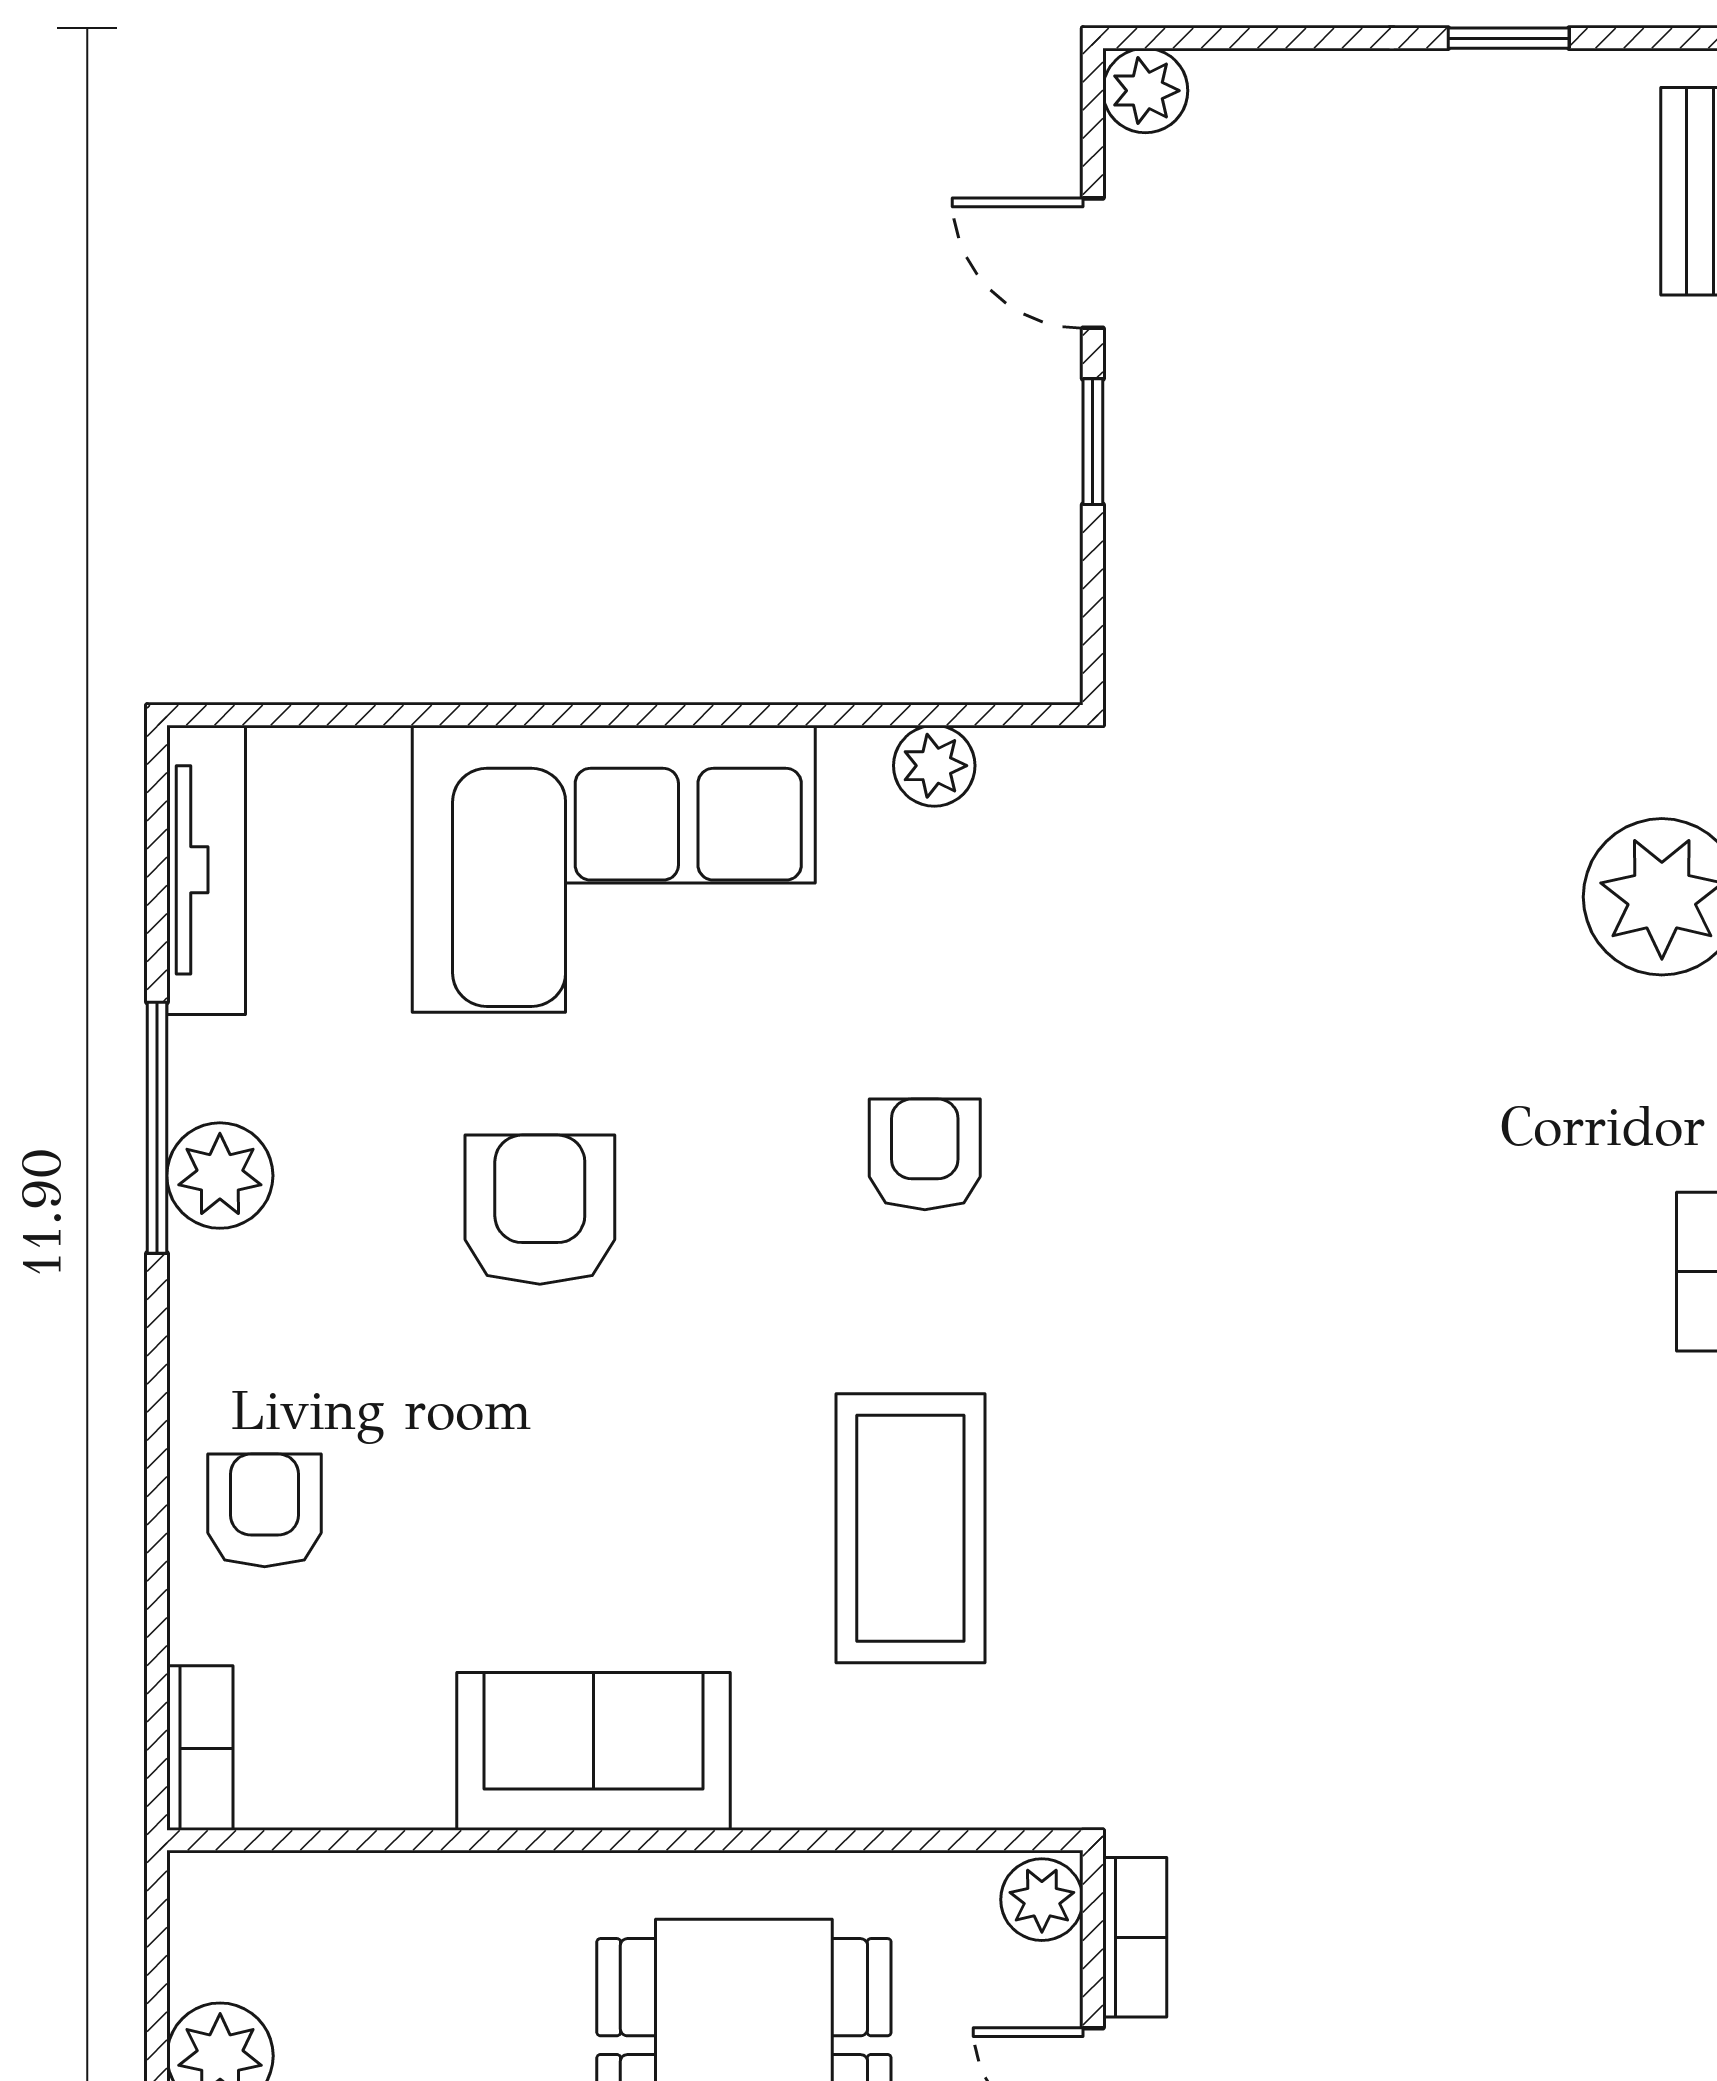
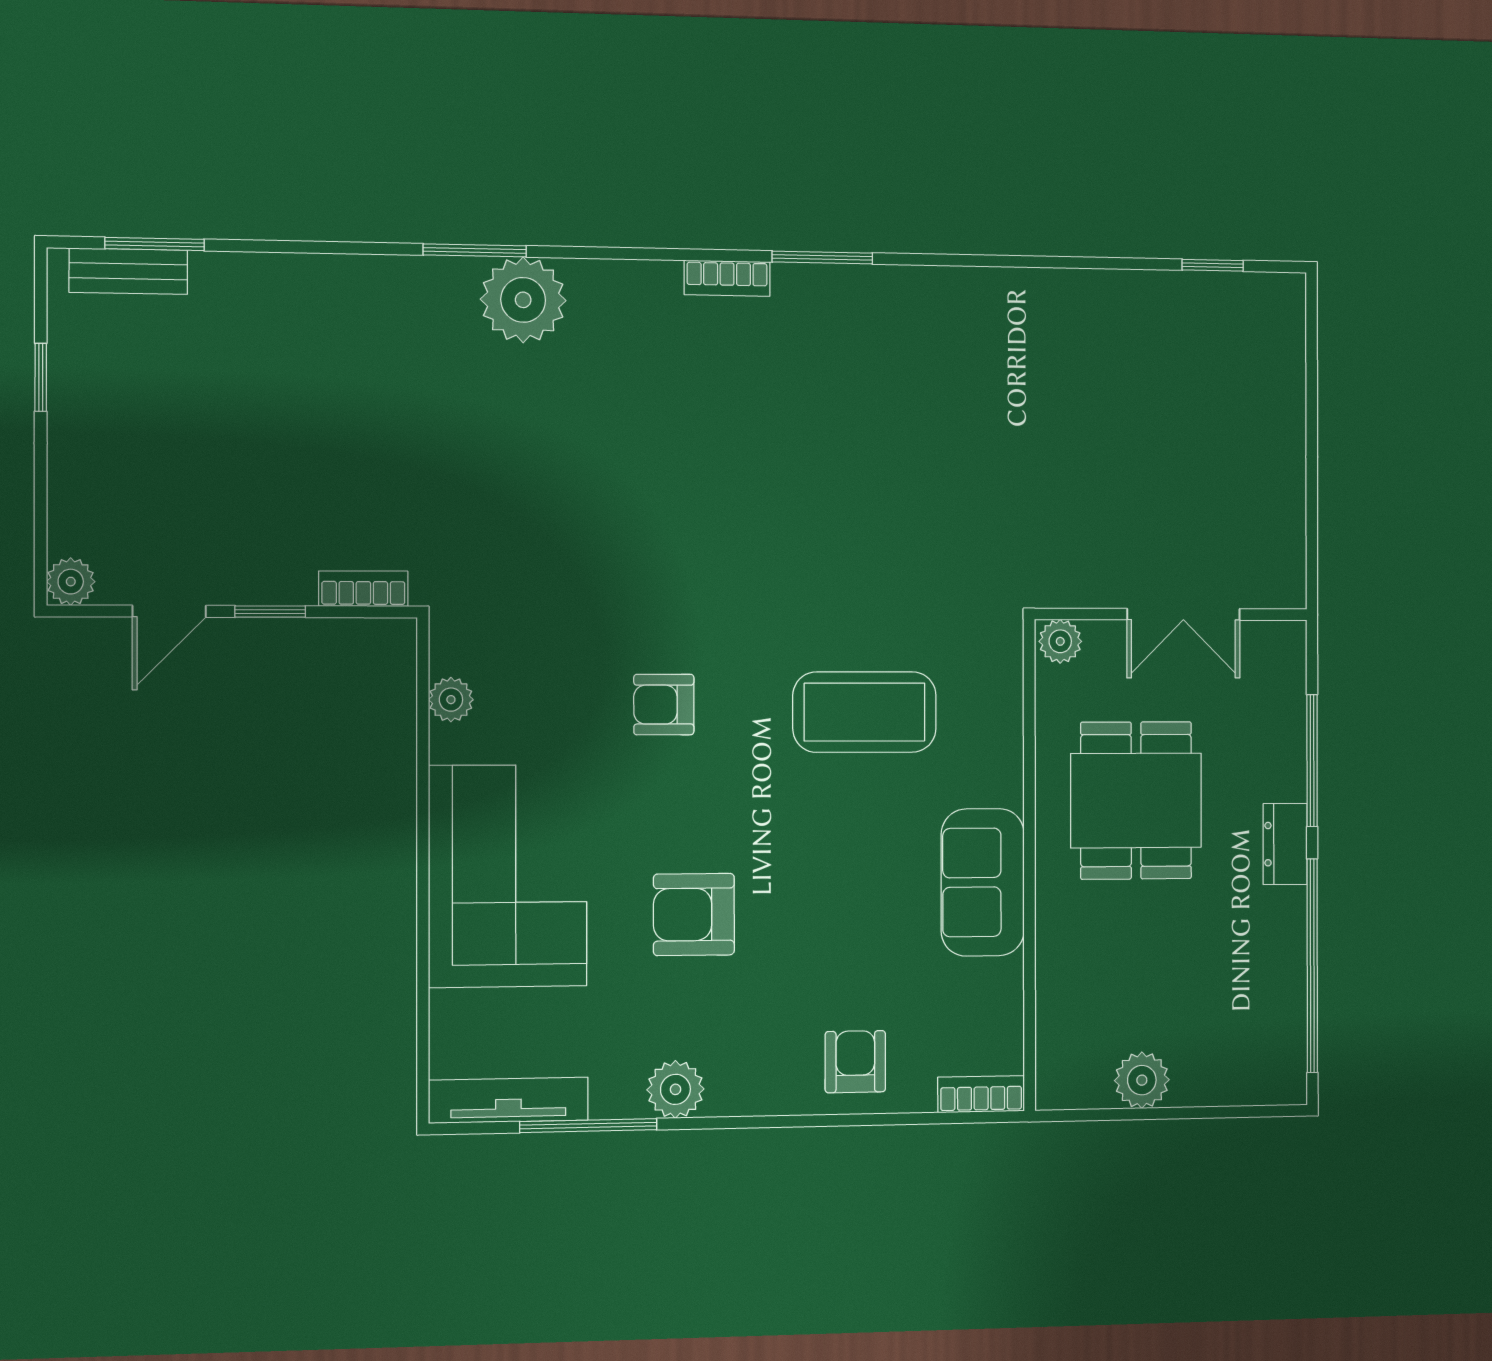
window: (157, 1128) -> (588, 1126), moved
armchair: (265, 1510) -> (855, 1062), turned 90
bookcase: (1135, 1937) -> (363, 589), moved

